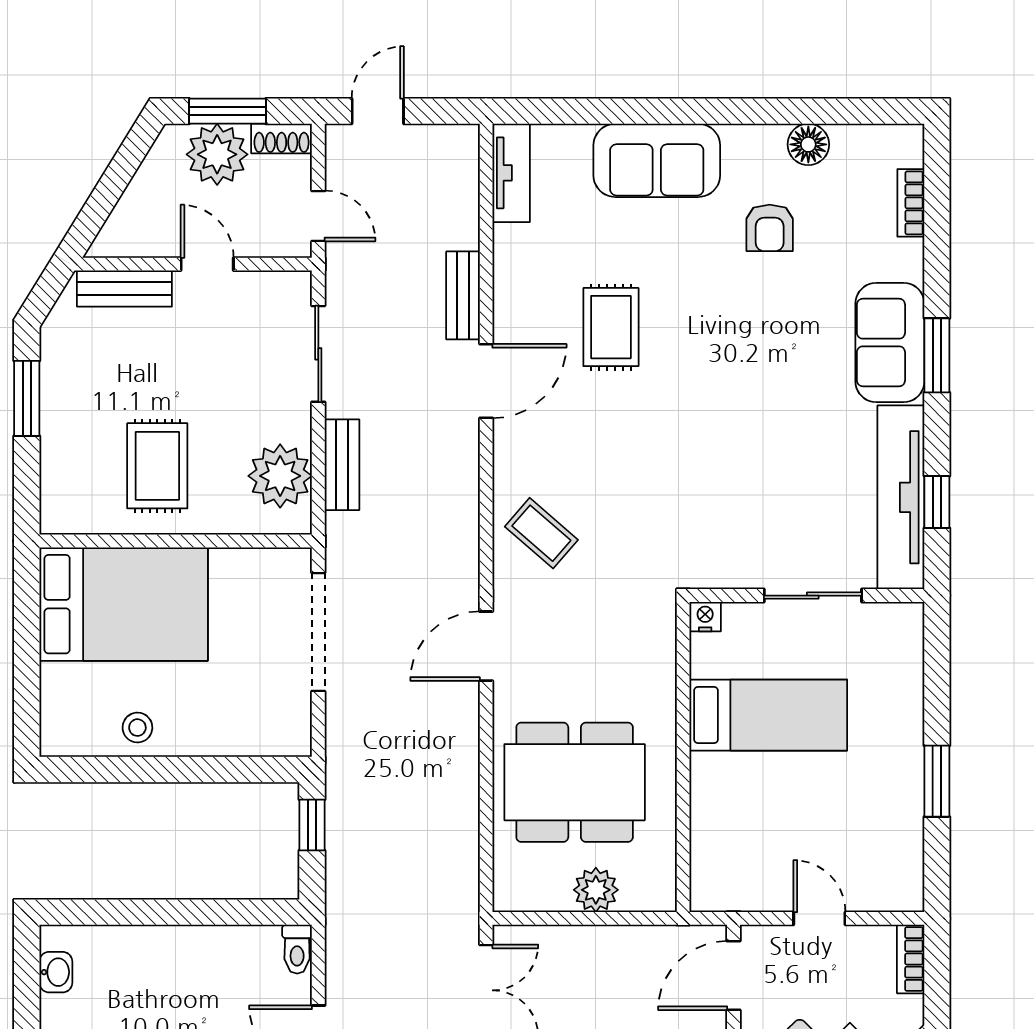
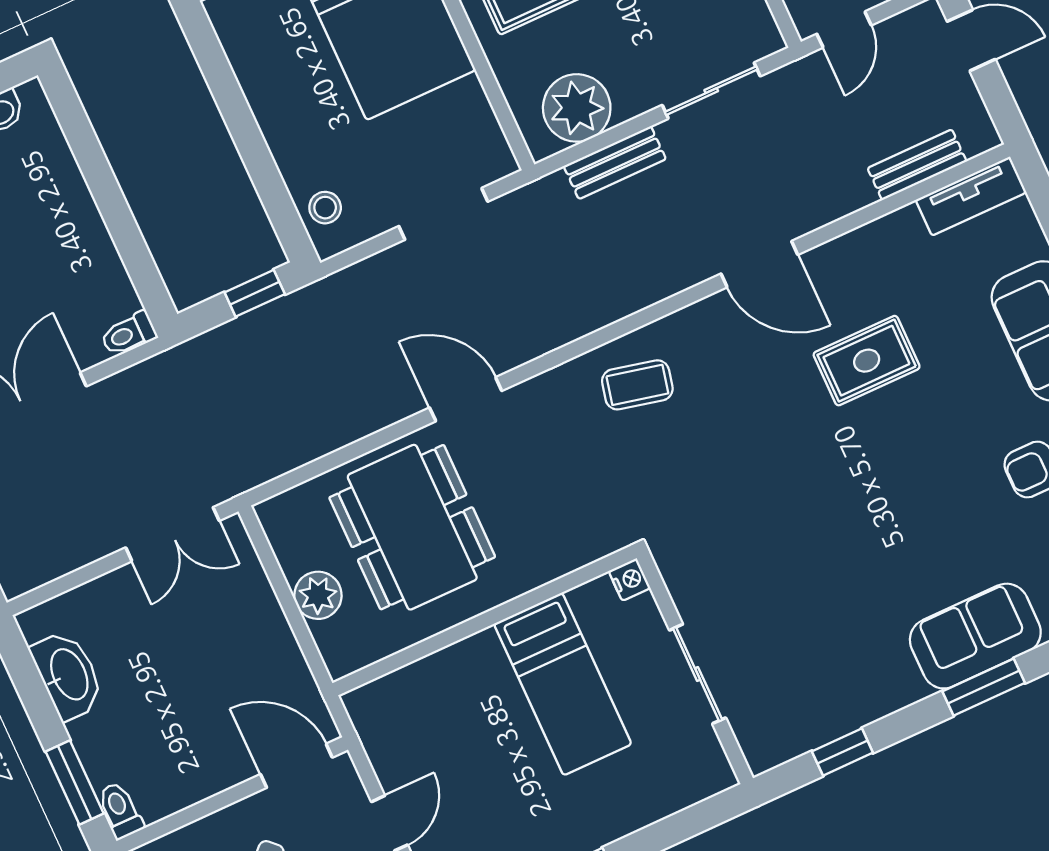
bench: (463, 295) -> (917, 165), moved
tv unit: (901, 497) -> (831, 715), removed
coffee table: (541, 533) -> (637, 385), turned 62
doorway: (318, 632) -> (443, 214), width x0.73
door: (486, 646) -> (466, 399), moved
stool: (137, 728) -> (325, 208), moved

